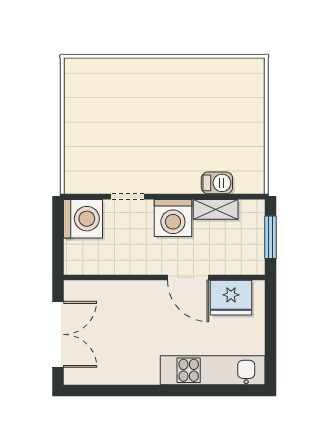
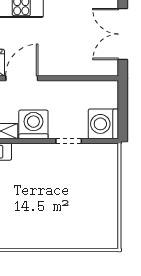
door: (188, 278) -> (22, 78), hinge flipped

